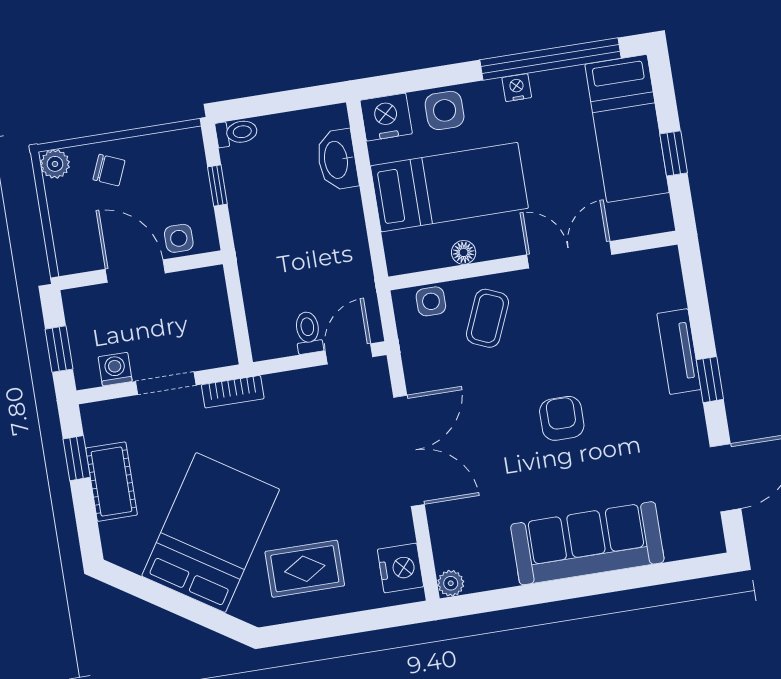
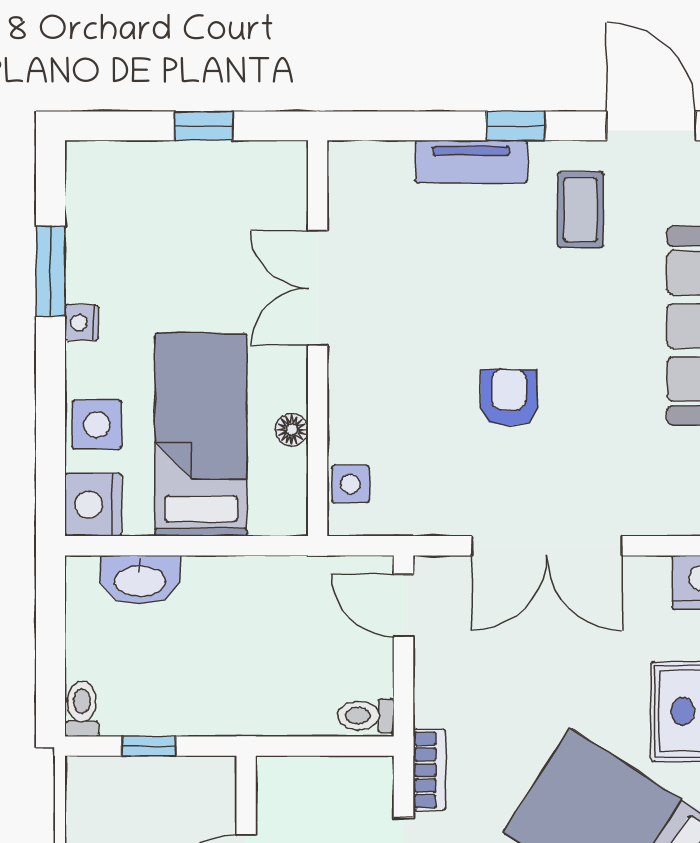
window: (550, 59) -> (50, 271), width x0.47
bed: (627, 128) -> (160, 183), removed
side table: (179, 238) -> (212, 809), removed
coffee table: (487, 318) -> (580, 210), moved, turned 67
toilet: (308, 332) -> (366, 716), moved
armchair: (562, 418) -> (509, 398), moved, turned 90
double door: (409, 451) -> (547, 546), swing flipped

